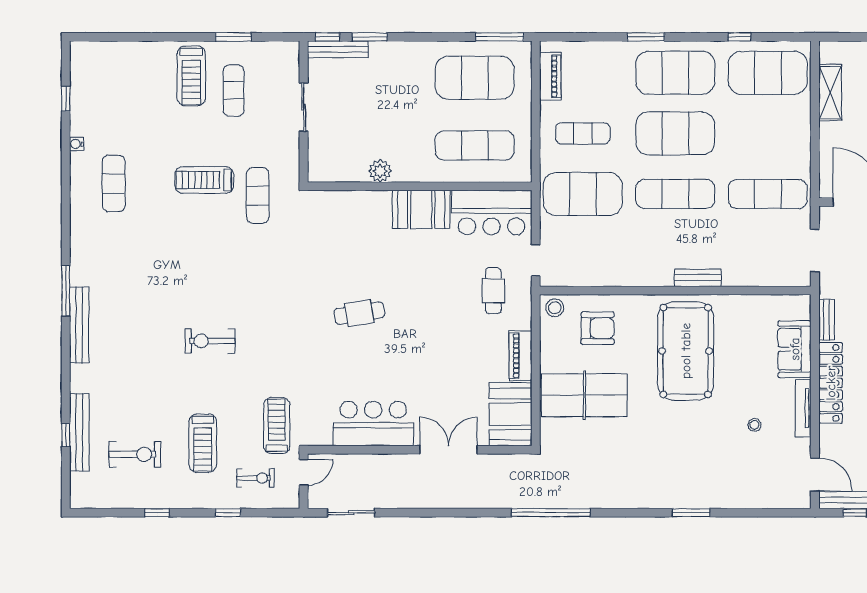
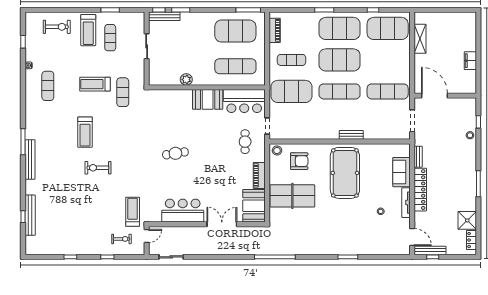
treadmill: (203, 443) -> (85, 132), moved
exercise bike: (135, 454) -> (57, 27), moved

